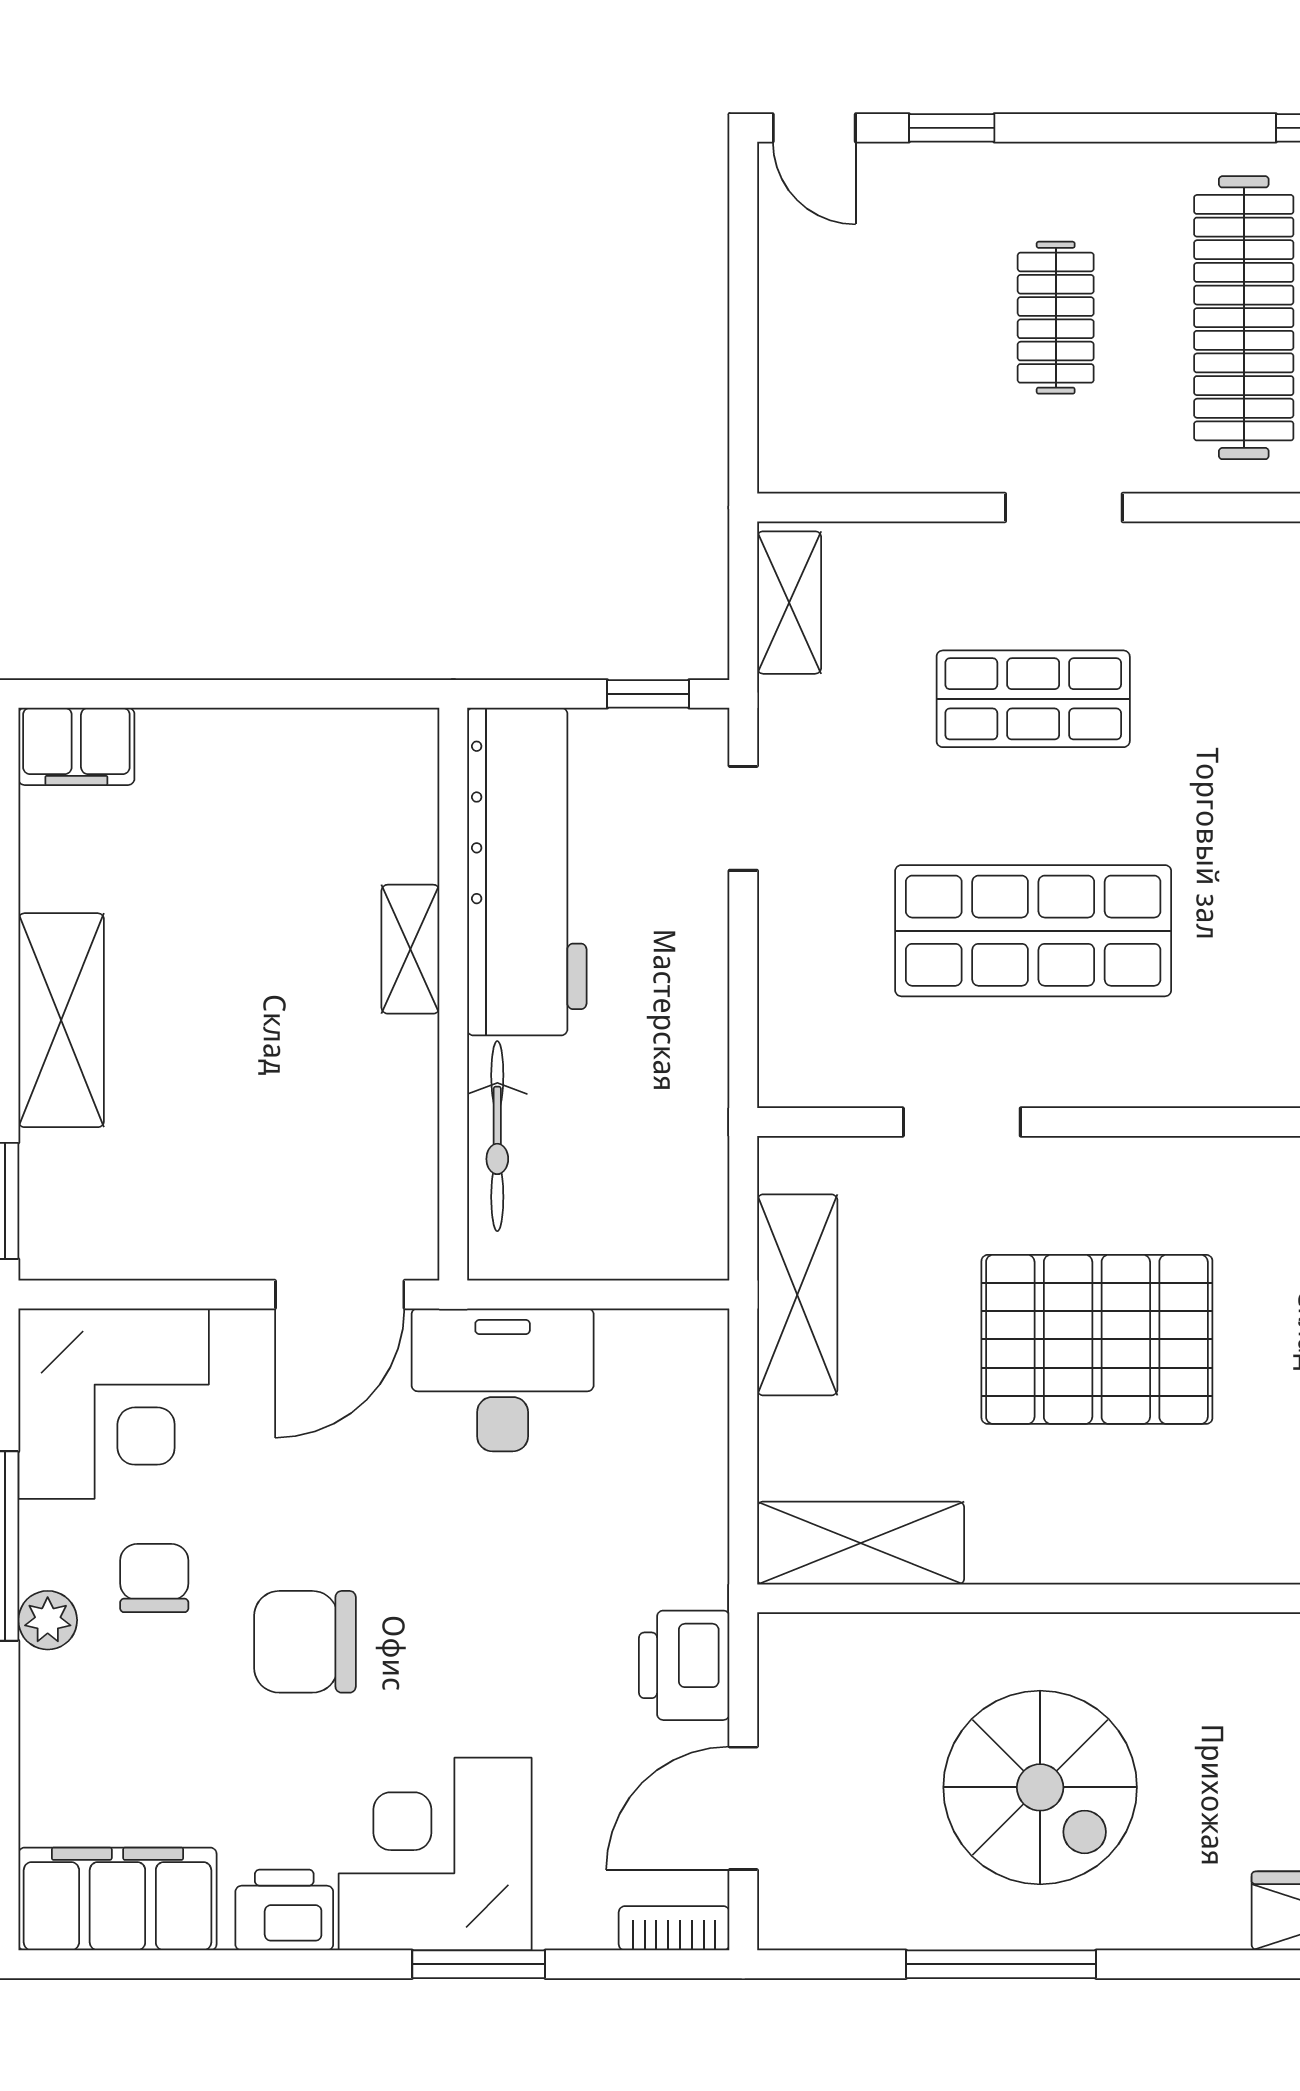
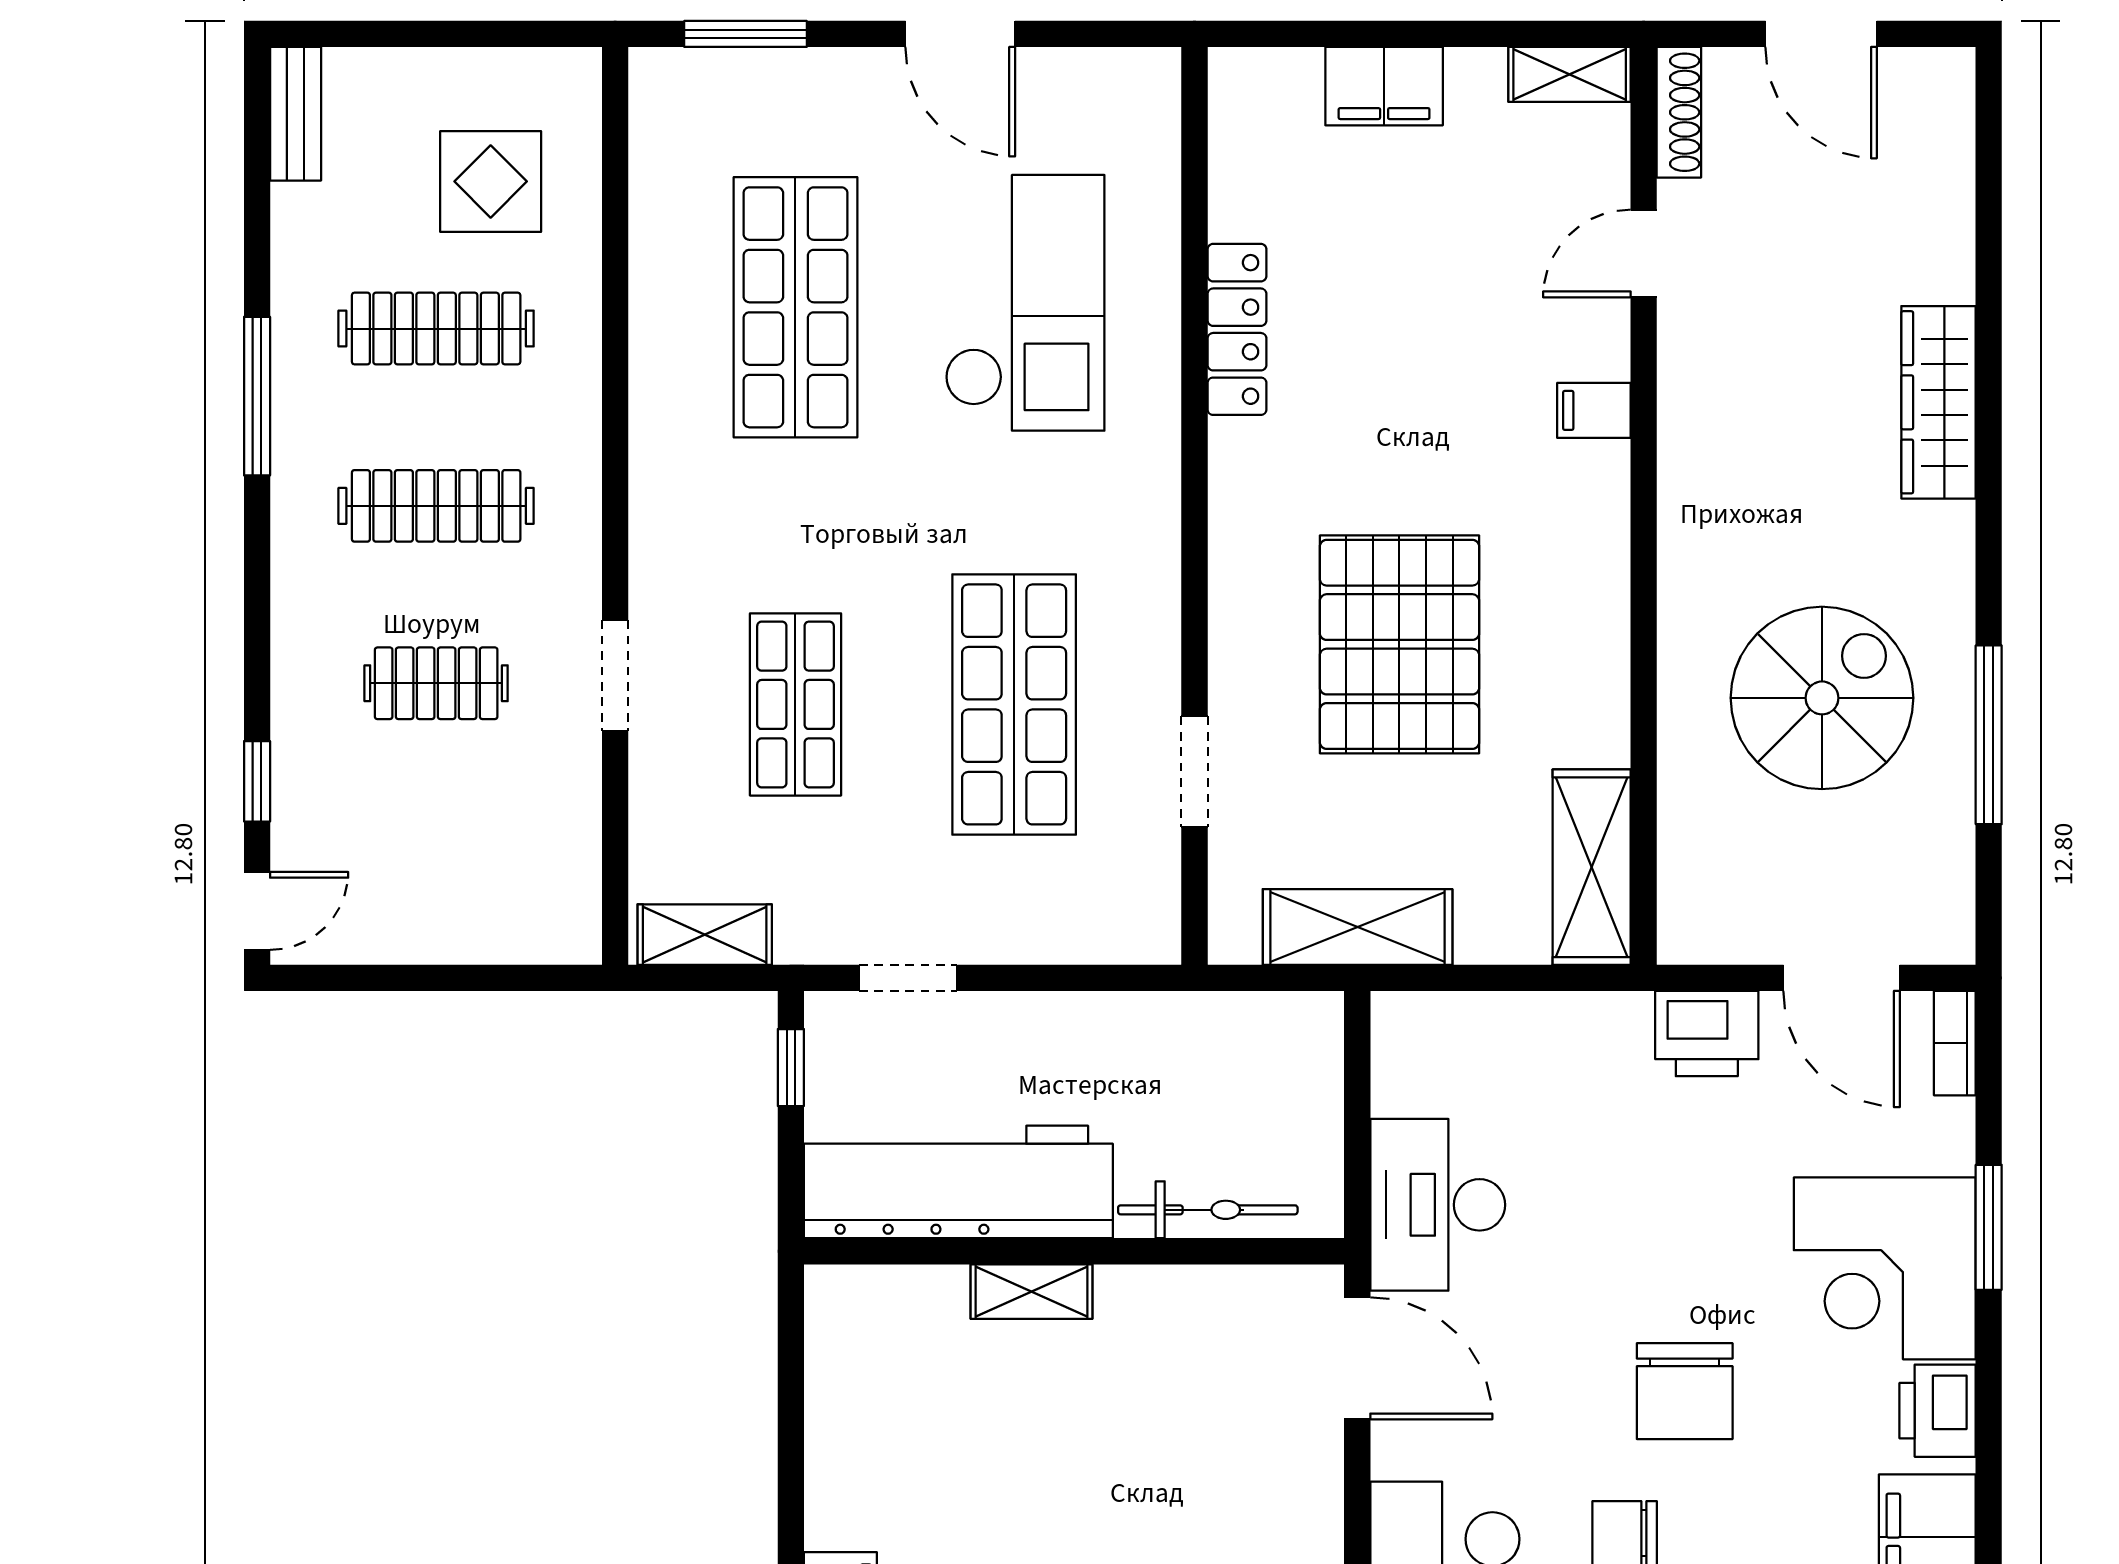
clothes rail: (1244, 318) -> (436, 506), width x0.73, depth x0.76

